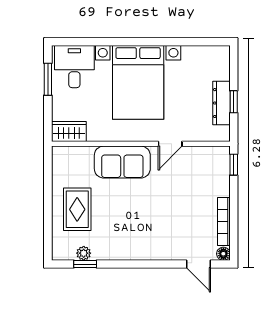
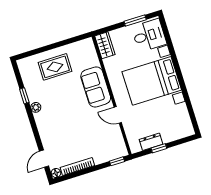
dresser: (221, 103) -> (151, 142), width x0.70
plant: (84, 253) -> (36, 107), moved
window: (85, 264) -> (24, 96), moved

